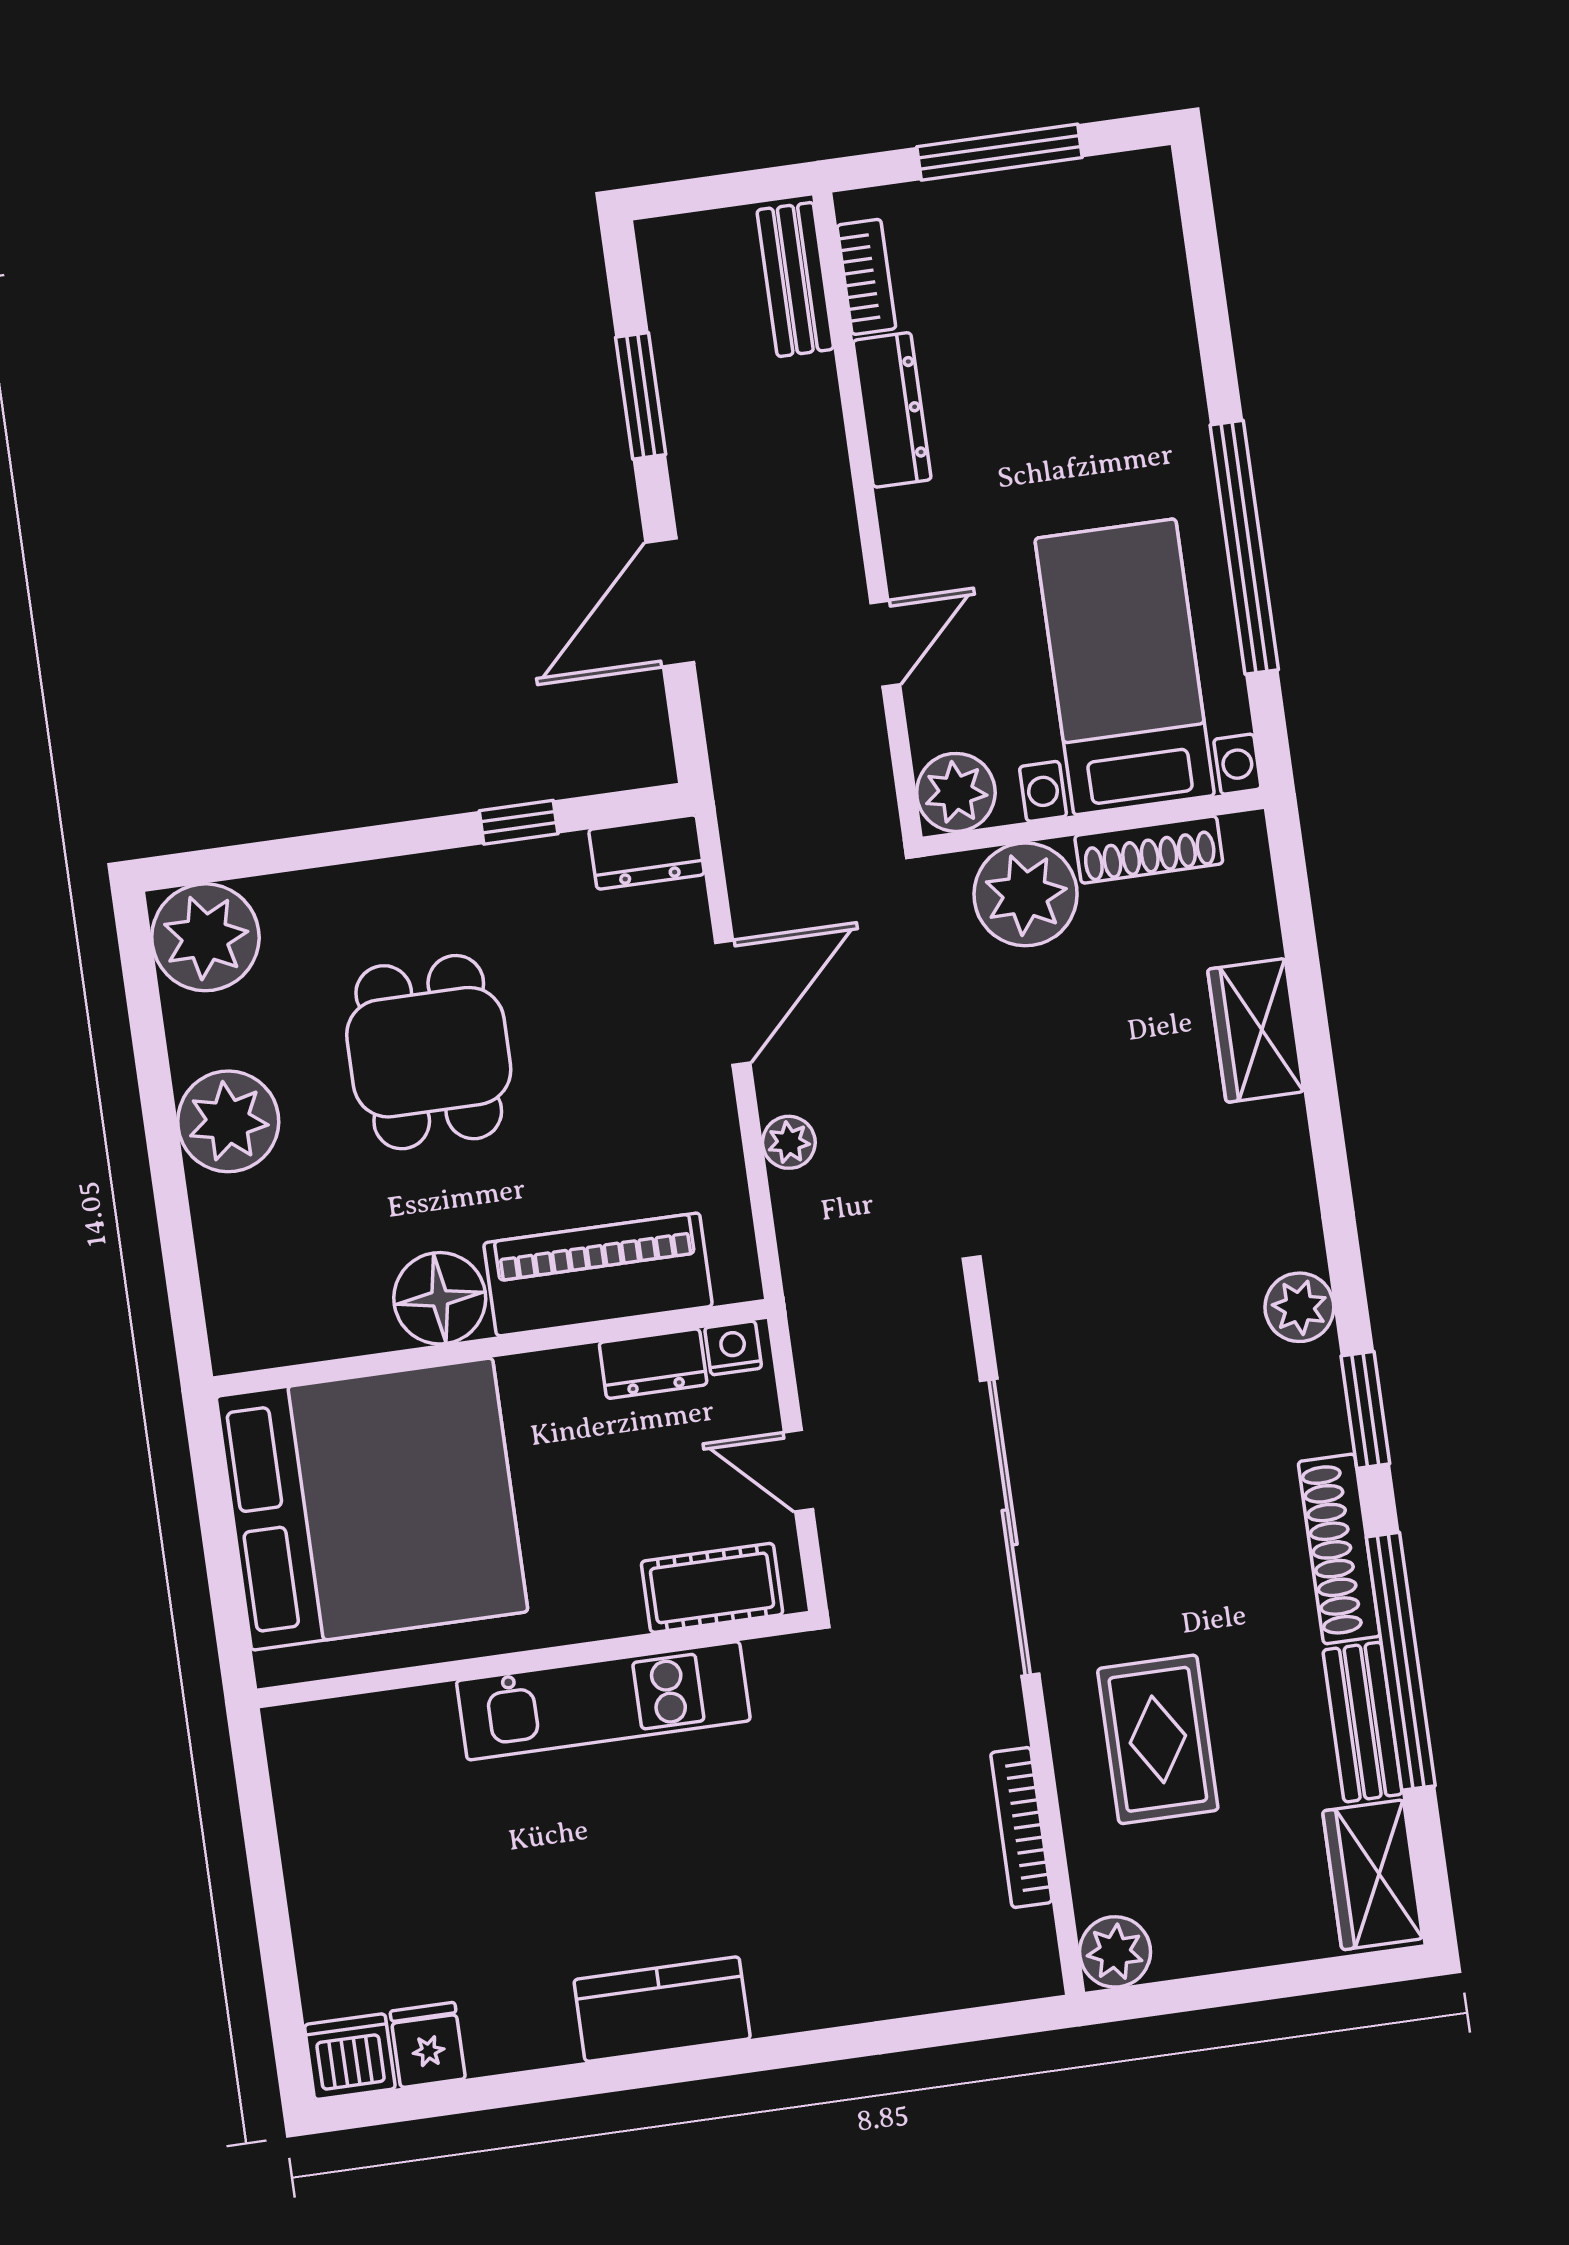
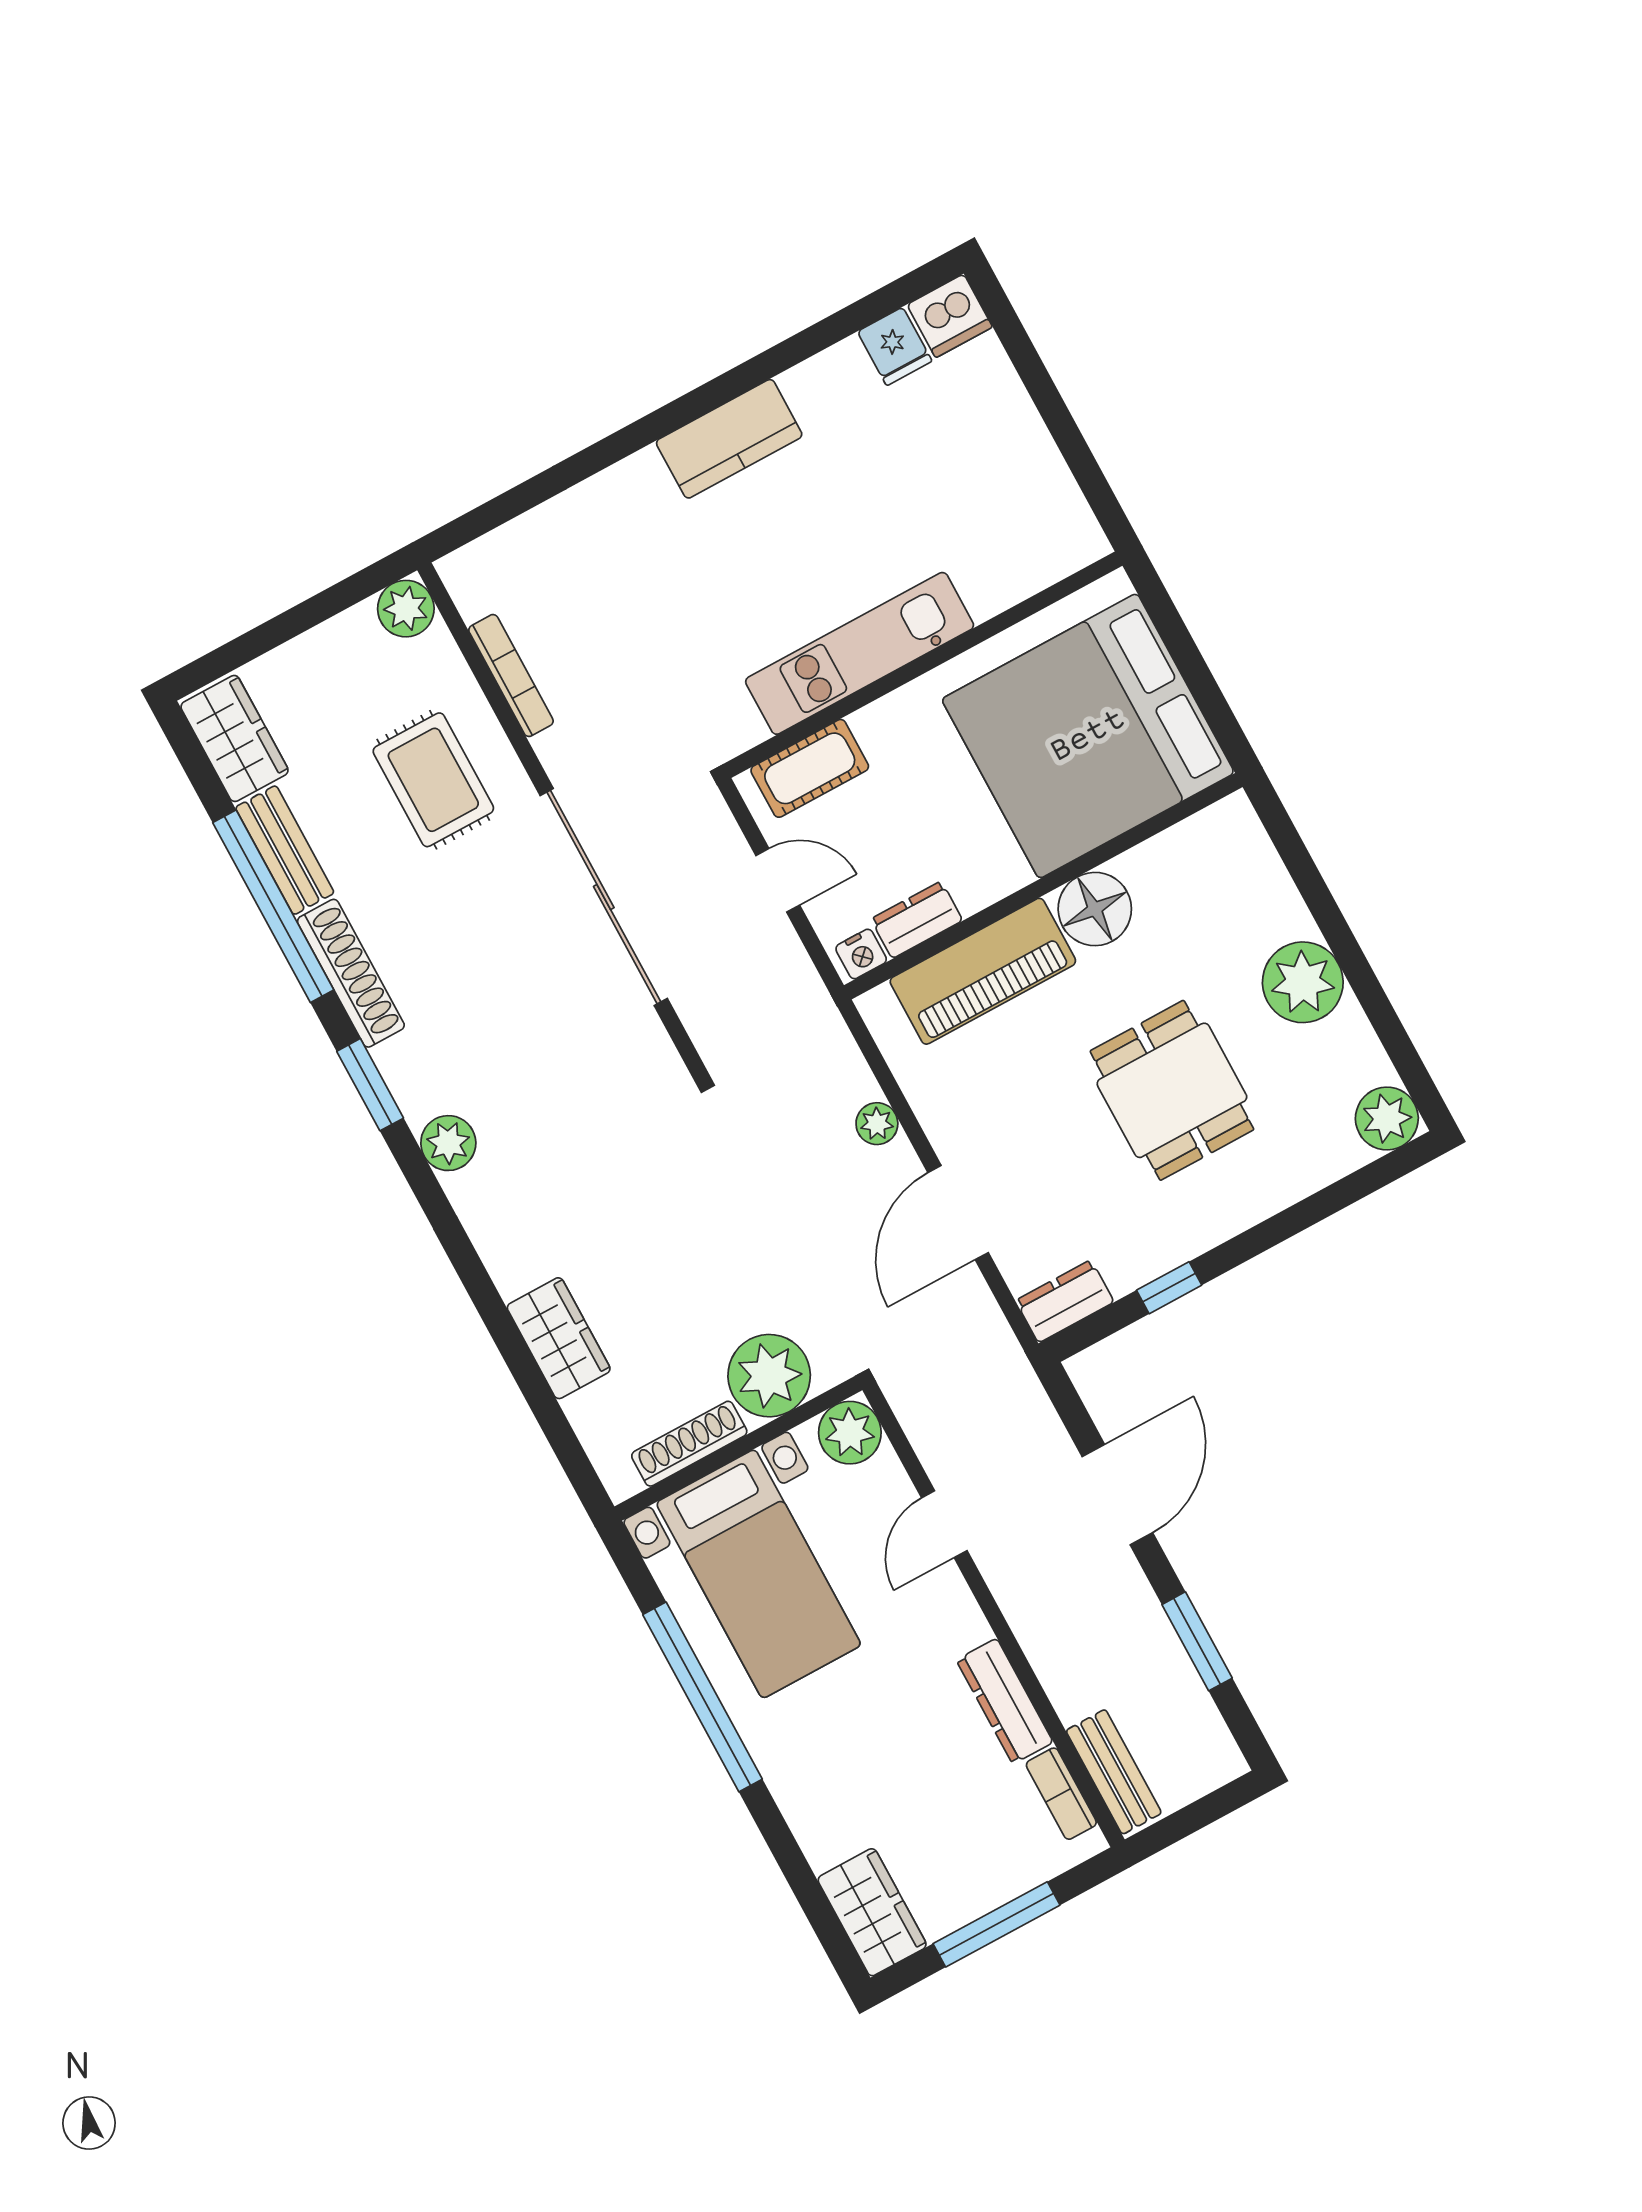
wardrobe: (1140, 221) -> (872, 1912), added
plant: (205, 937) -> (1387, 1118), width x0.73, depth x0.73

